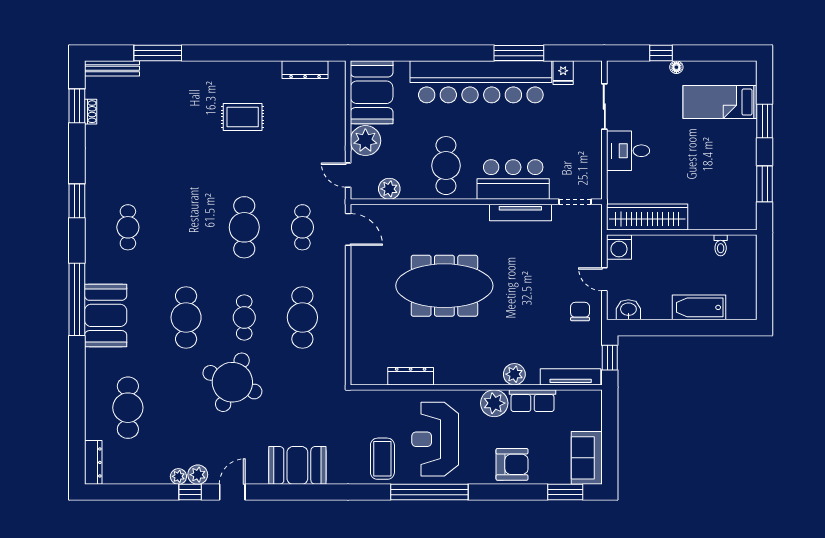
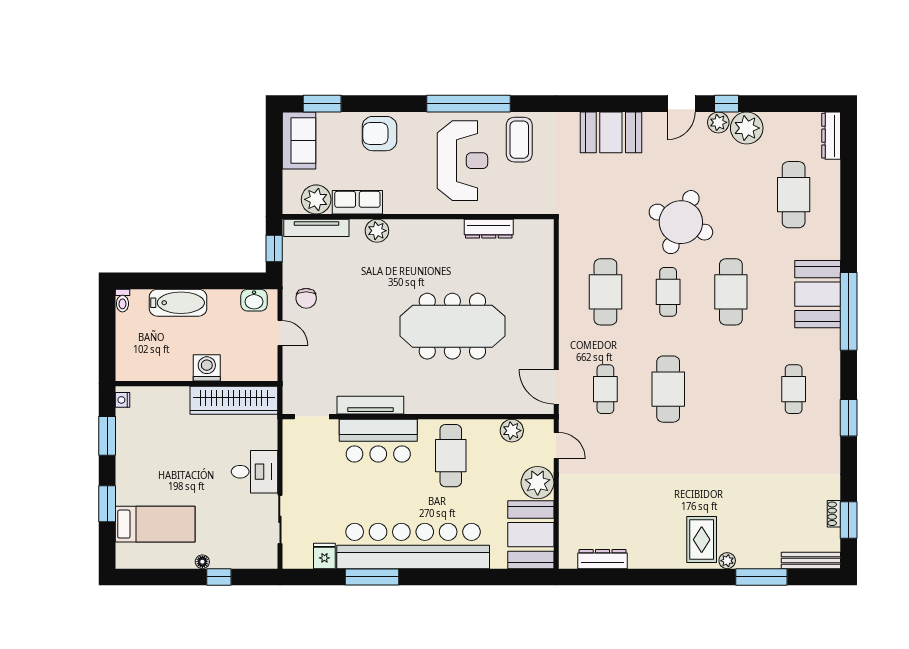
plant: (189, 68) -> (727, 561), added
rug: (243, 117) -> (702, 540), moved, turned 90
nightstand: (750, 217) -> (123, 400), added
toilet: (721, 245) -> (122, 301), moved, turned 180
washing machine: (619, 247) -> (207, 368), moved
plant: (494, 403) -> (316, 199), moved
plant: (178, 476) -> (747, 128), width x1.88, depth x1.88

